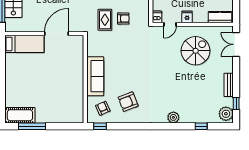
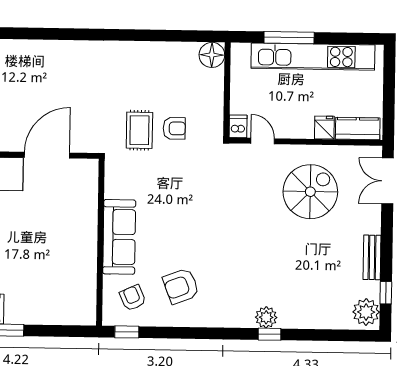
fridge: (187, 17) -> (324, 128), moved
door: (170, 24) -> (263, 141), swing flipped
window: (201, 126) -> (270, 334), moved

